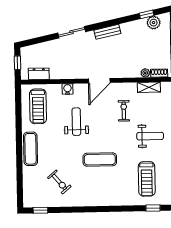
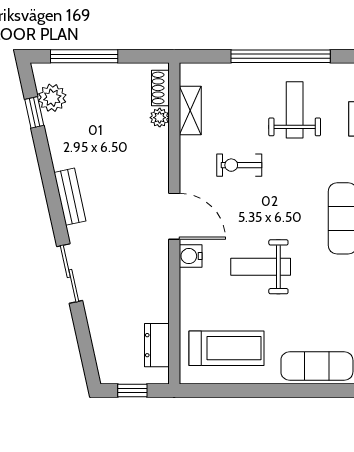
water cooler: (67, 89) -> (191, 256), moved

